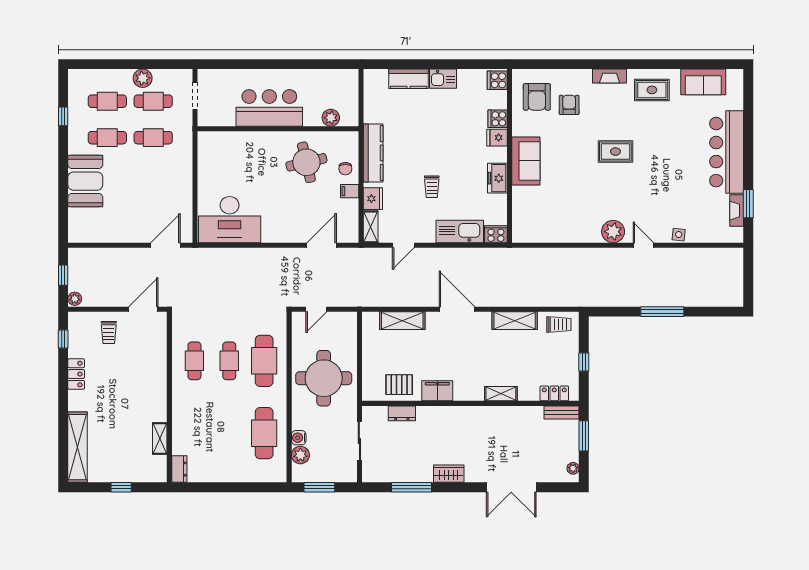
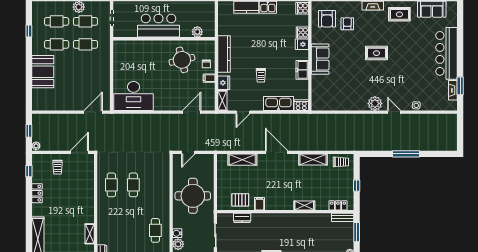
cafe table: (264, 361) -> (155, 185), removed
filing cabinet: (437, 391) -> (259, 204), width x0.50
cafe table: (264, 433) -> (155, 230), width x0.73, depth x0.74

